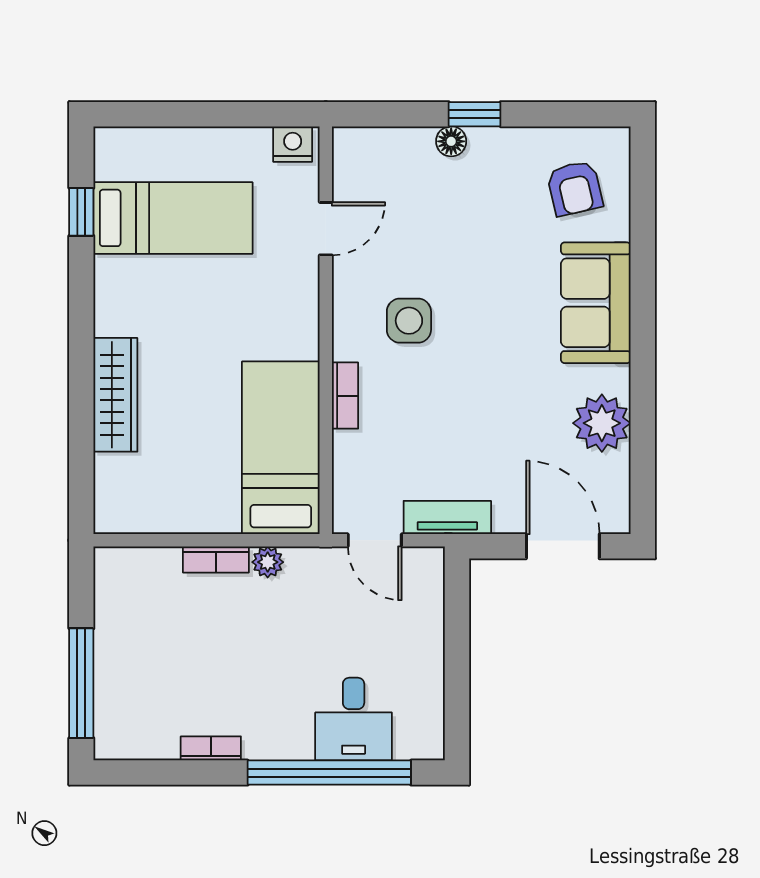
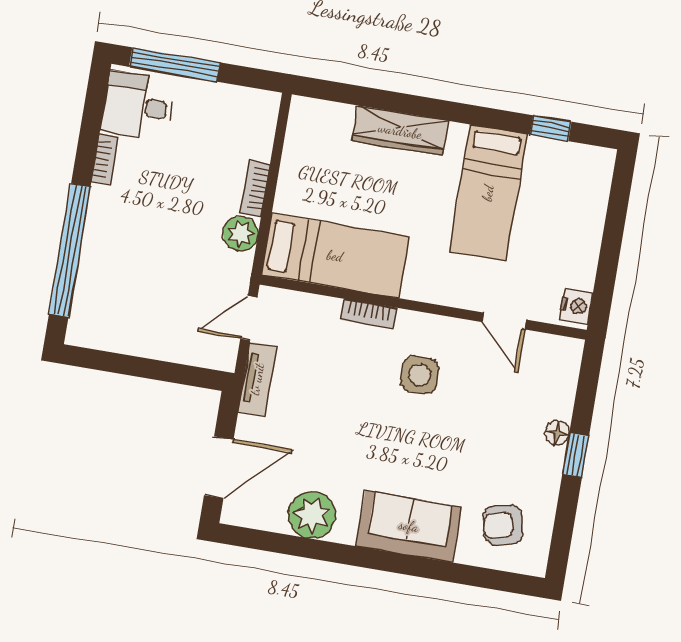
bed: (173, 218) -> (488, 193), moved
plant: (268, 562) -> (241, 234), width x1.38, depth x1.38
desk: (354, 719) -> (138, 106), moved

